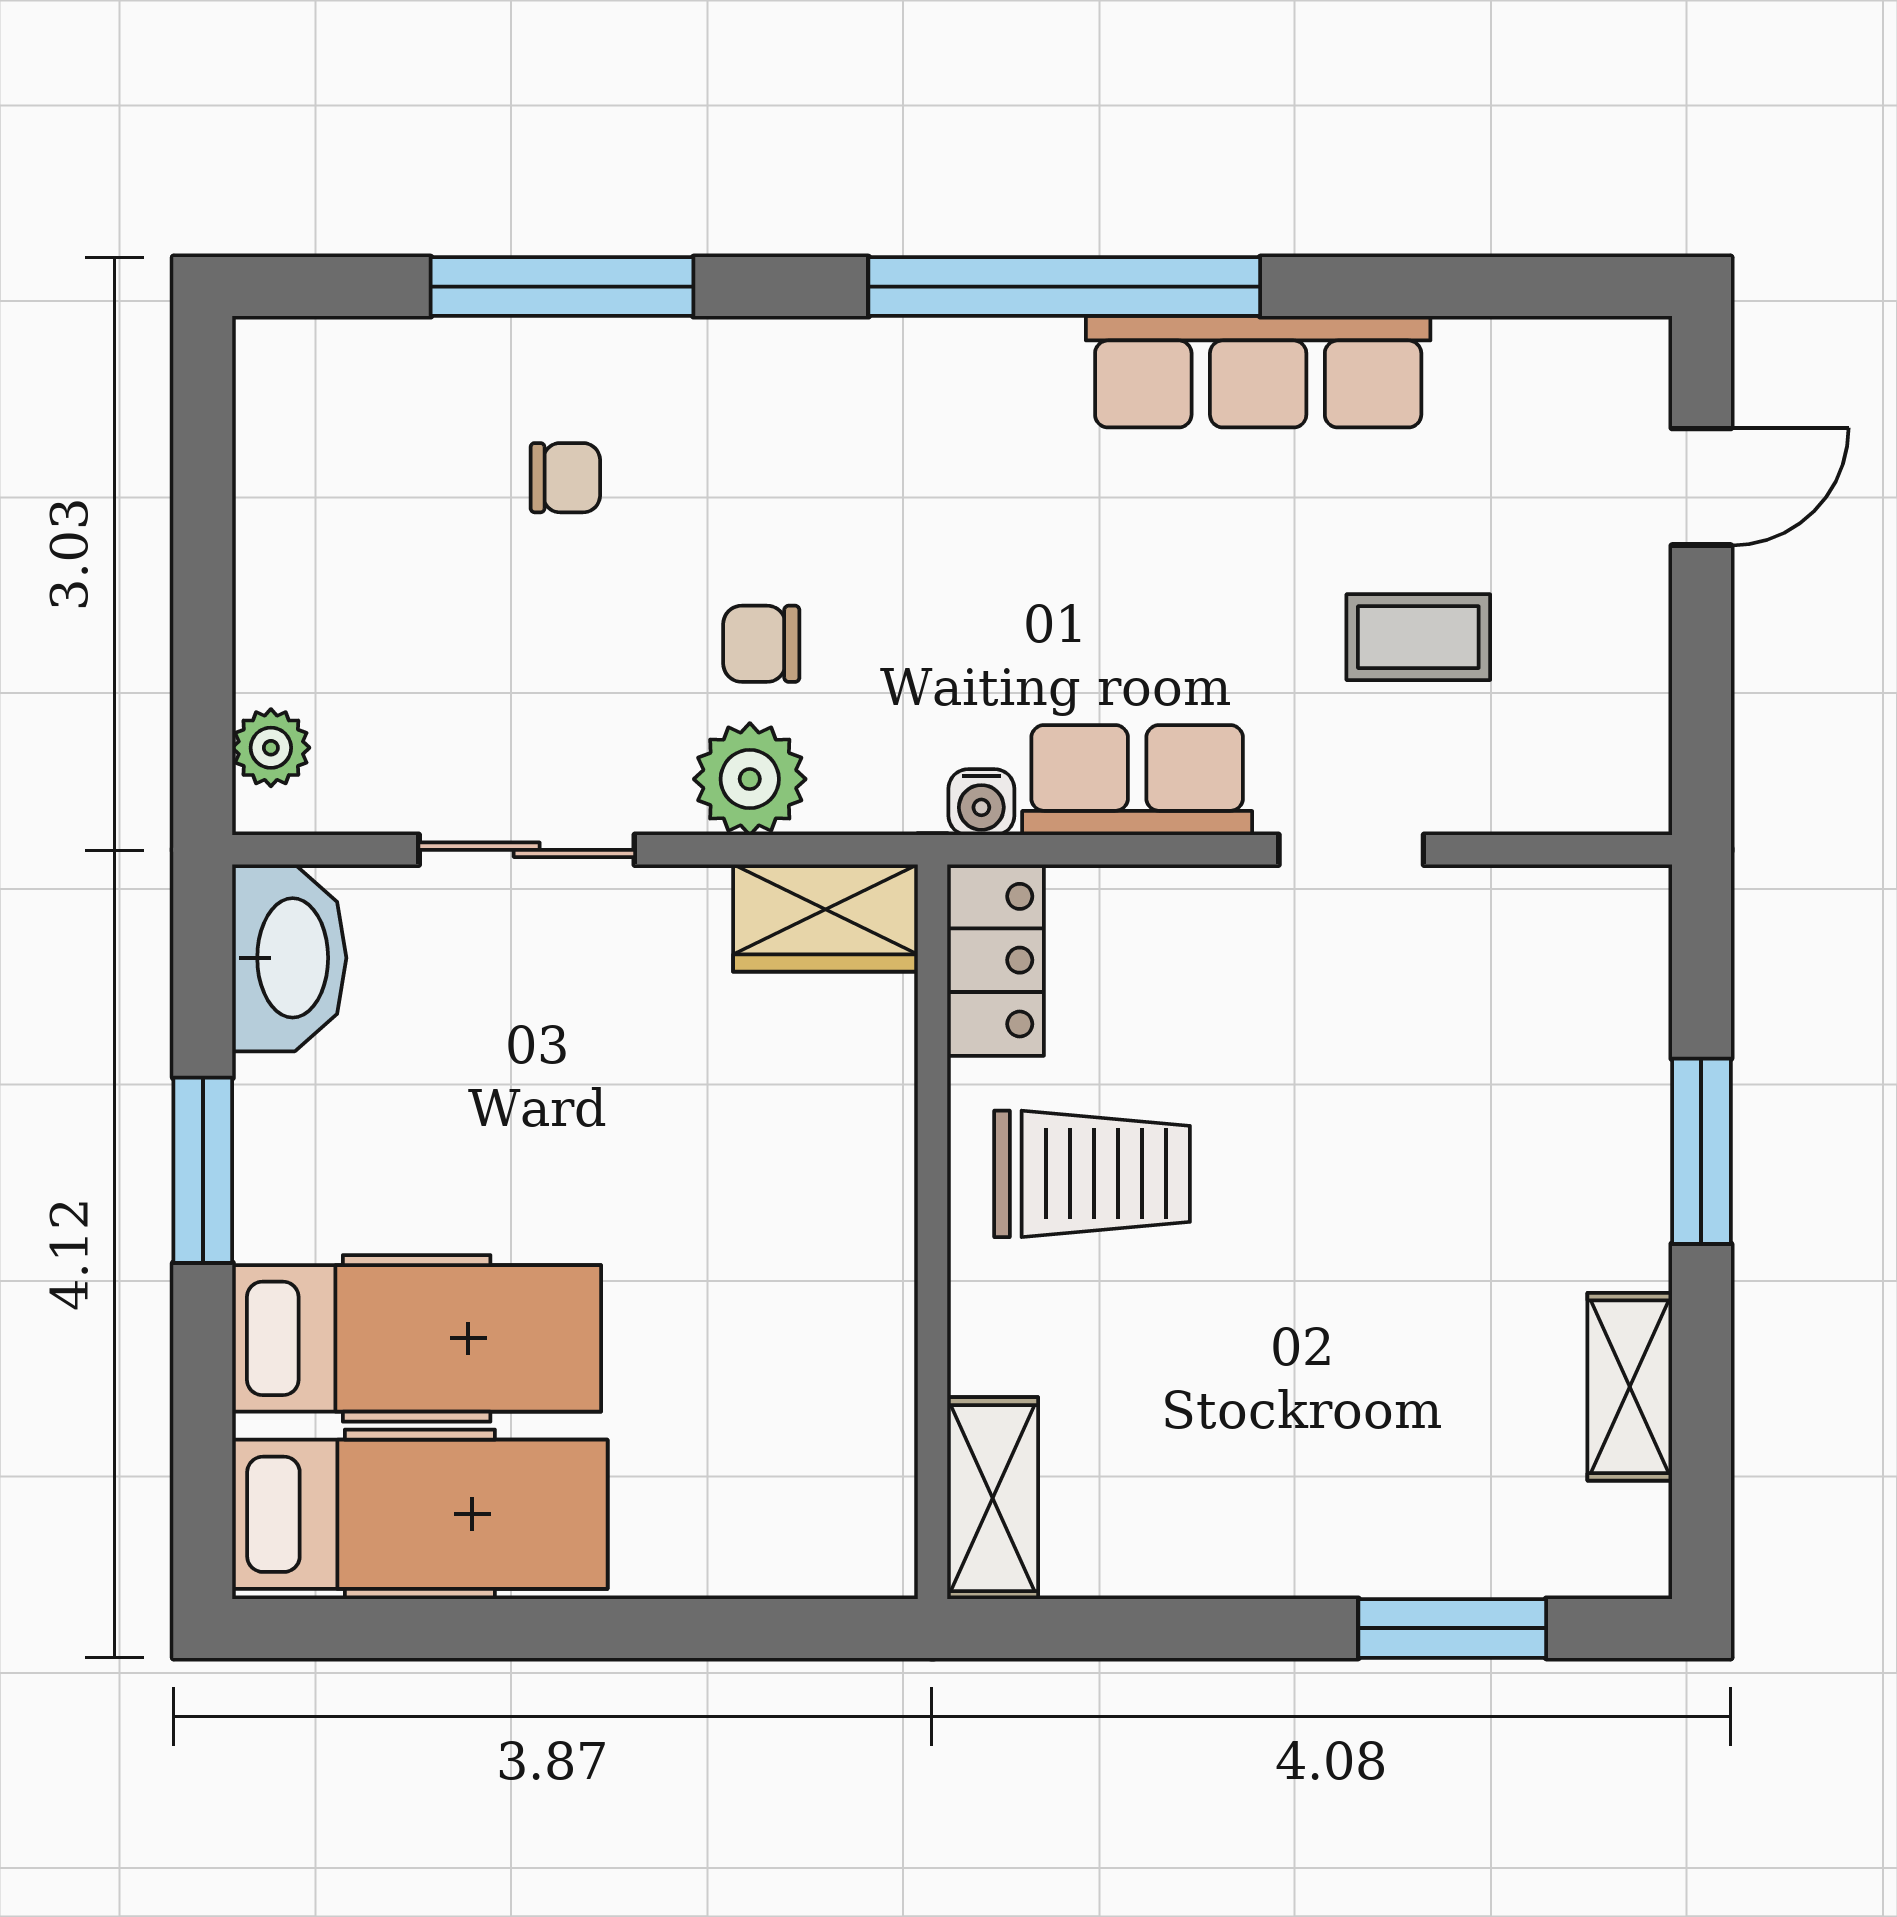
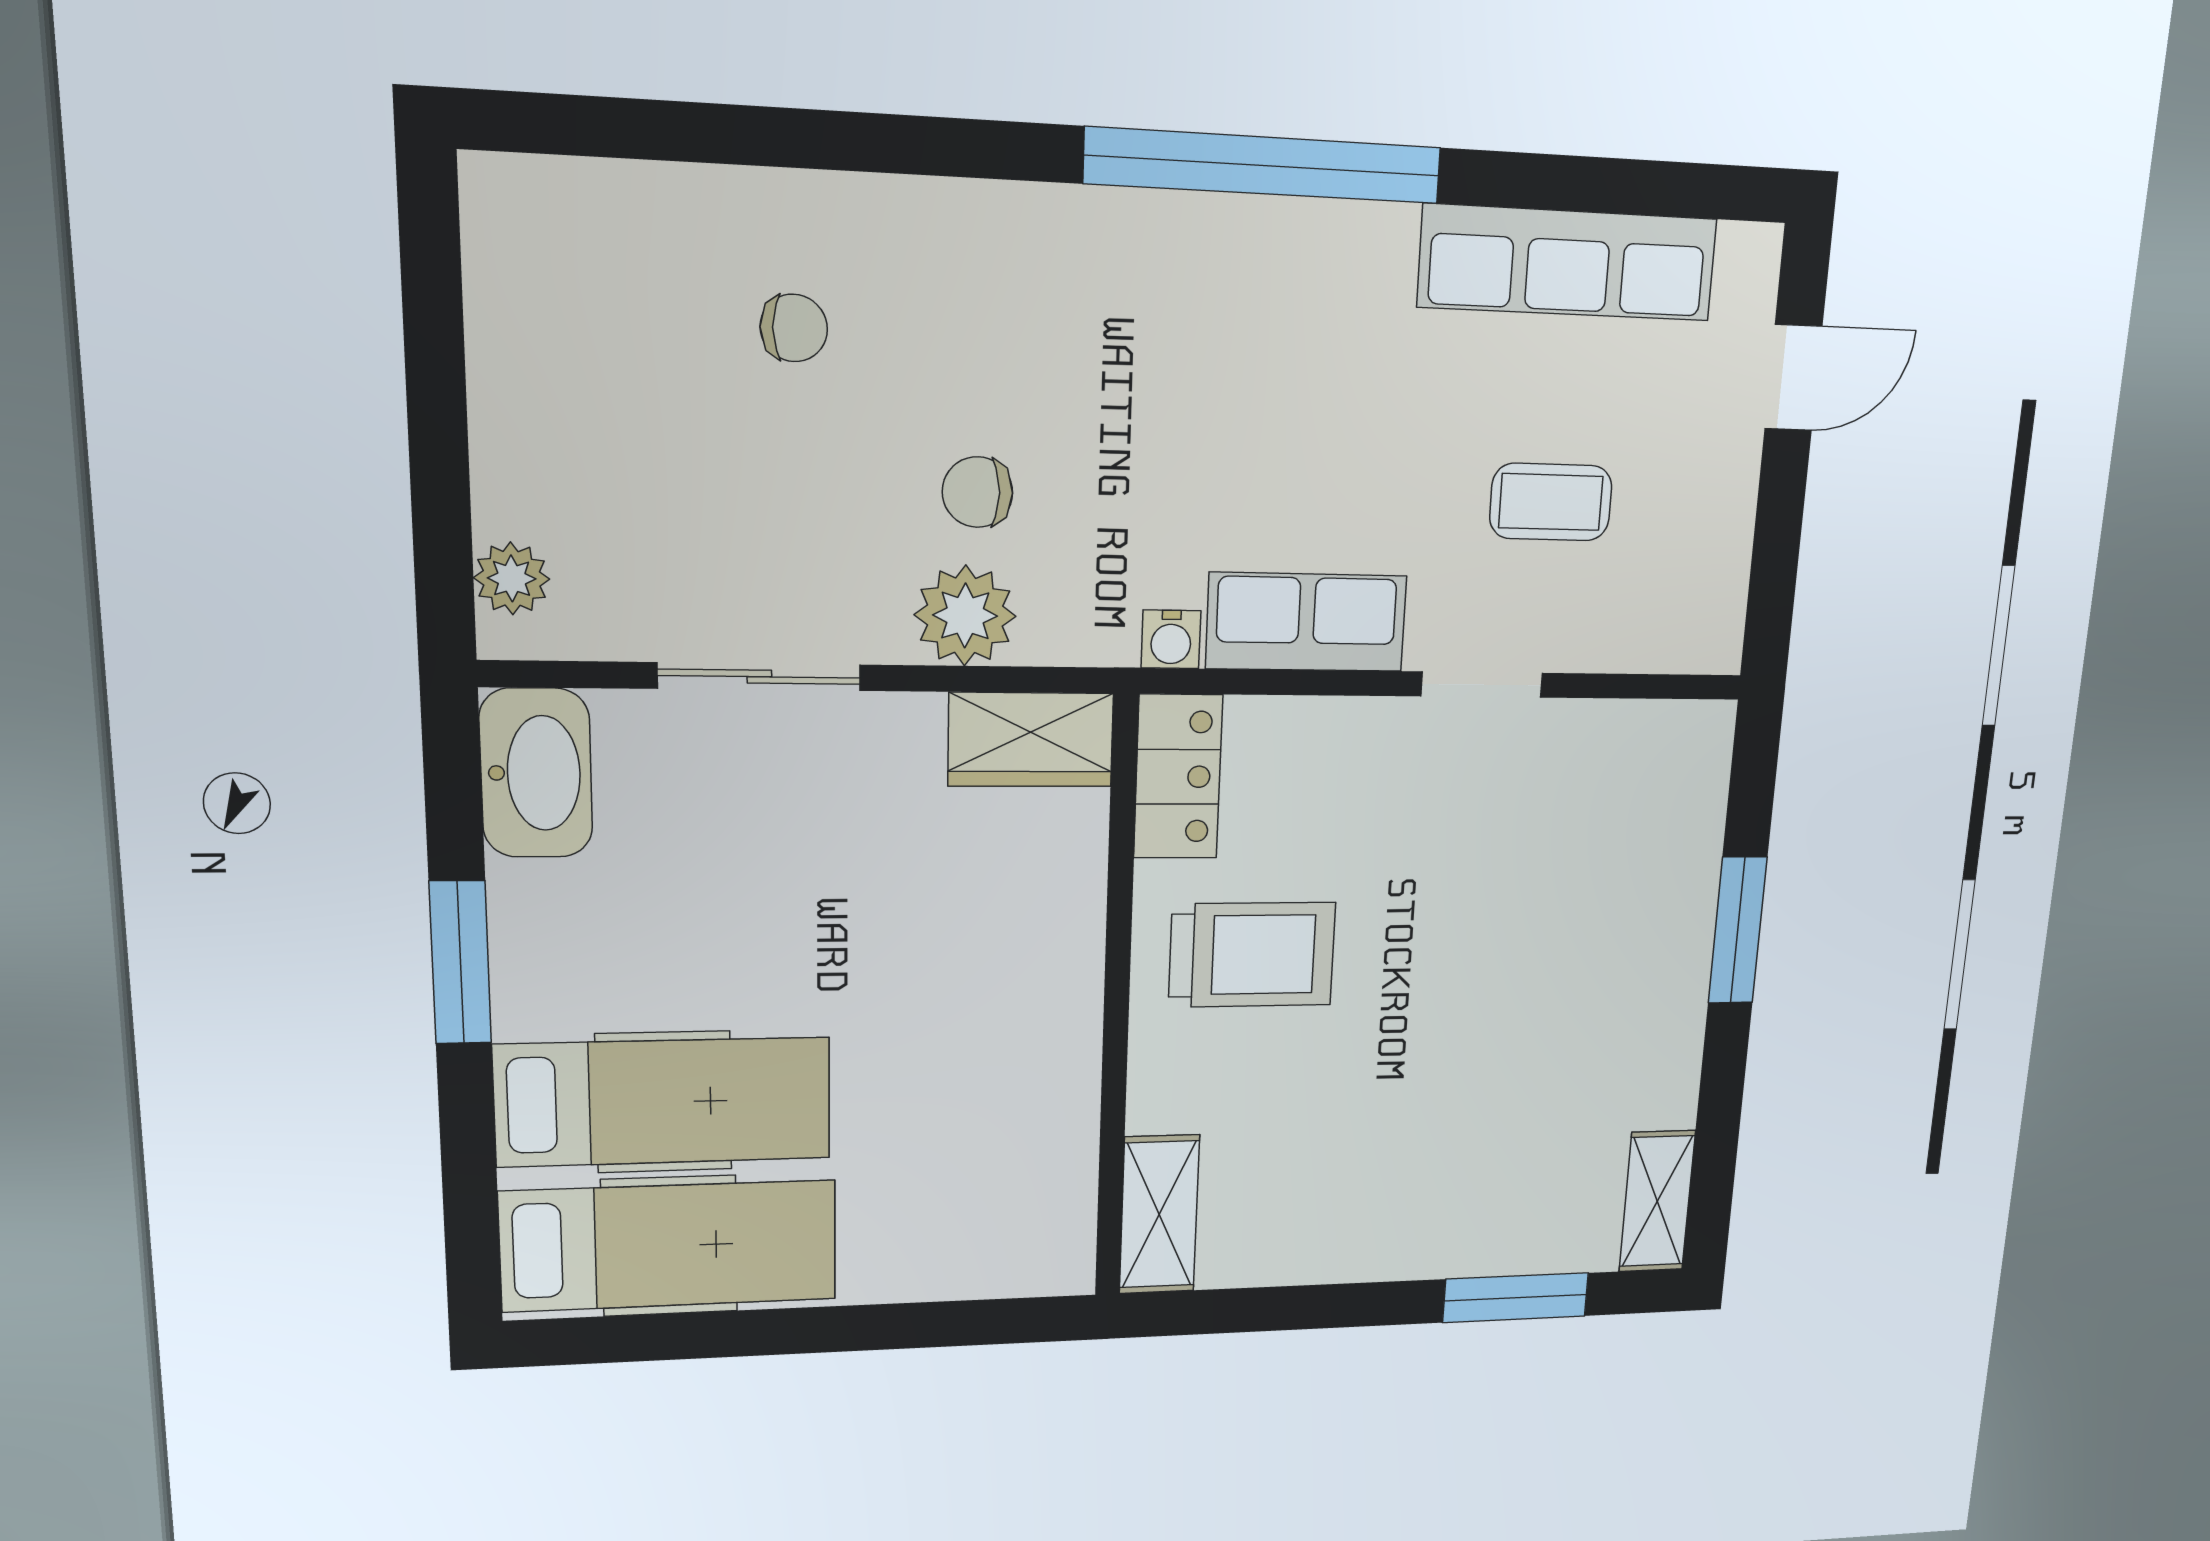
window: (562, 287) -> (790, 138), removed
row of seats: (1258, 372) -> (1568, 263), moved
shelving: (1630, 1387) -> (1657, 1201), moved

